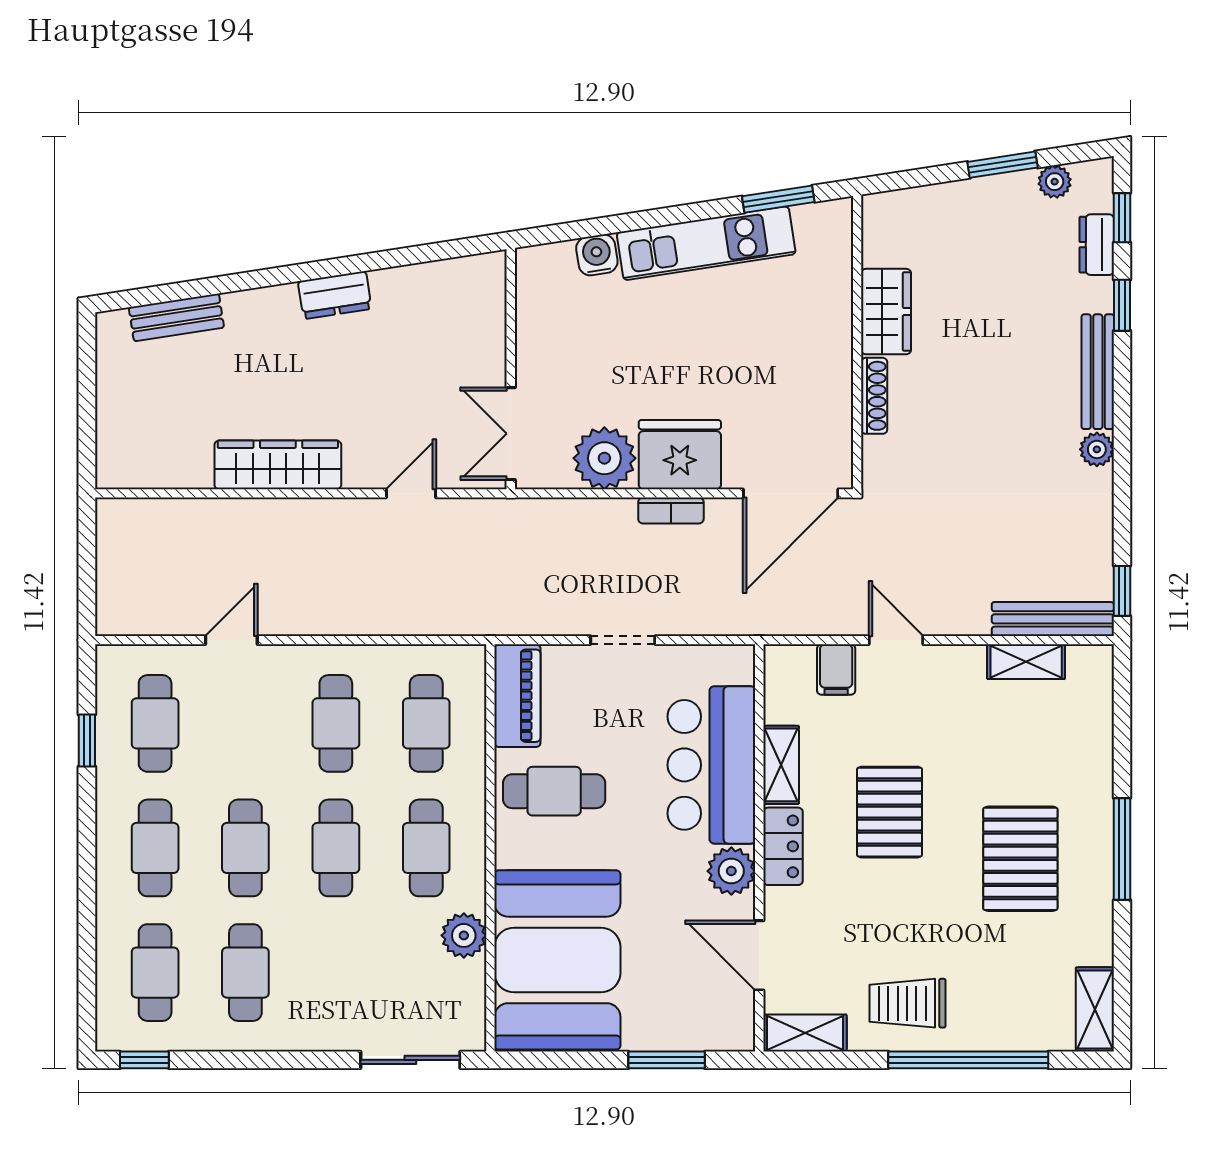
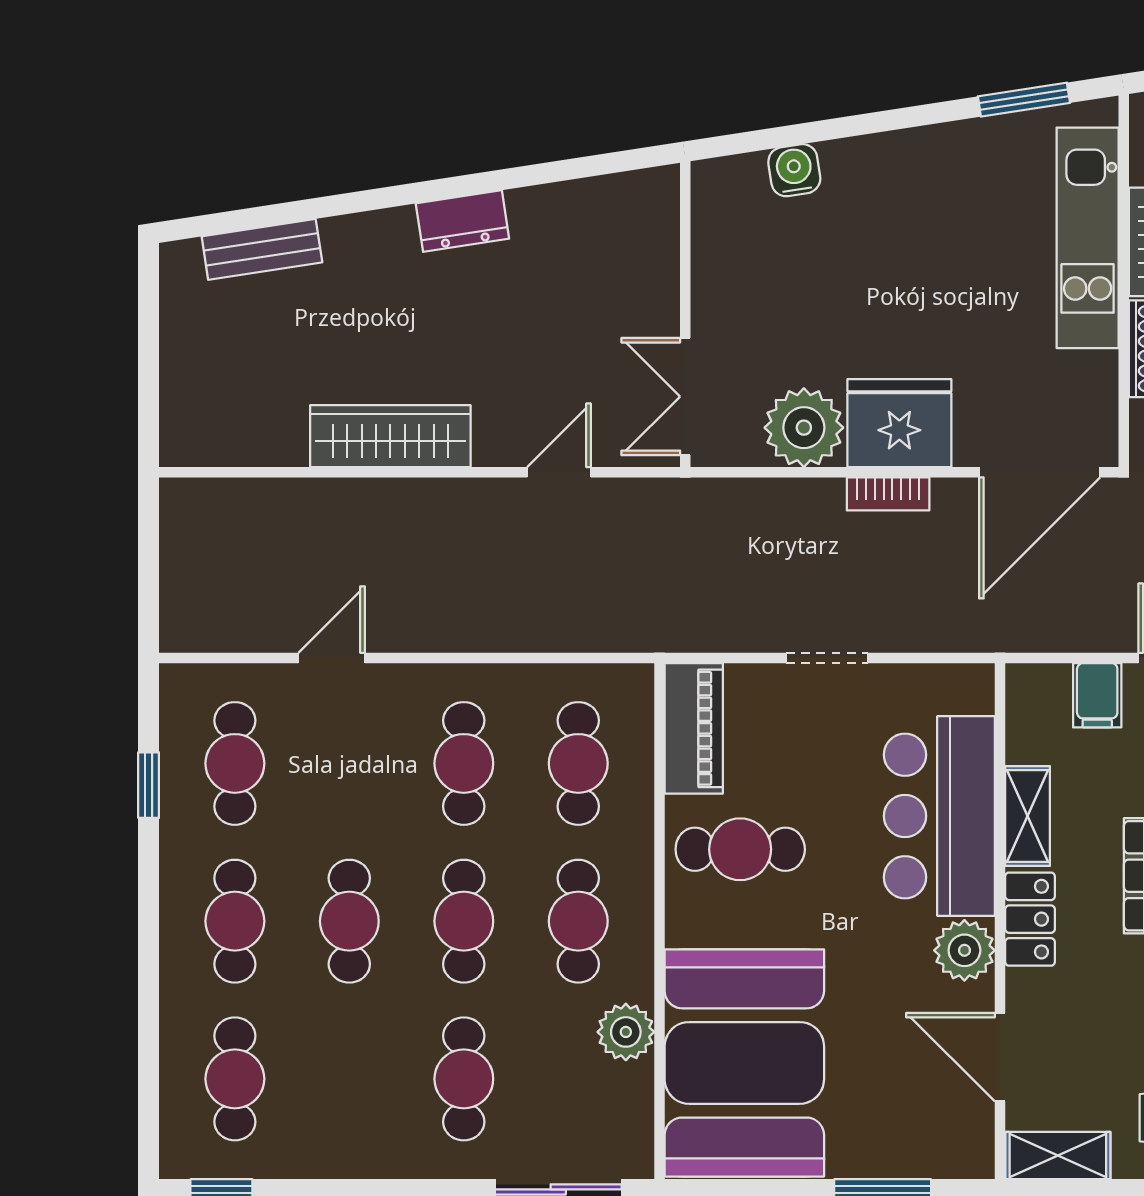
kitchen unit: (706, 243) -> (1088, 238), moved, turned 99
cafe table: (245, 973) -> (464, 1079), moved

